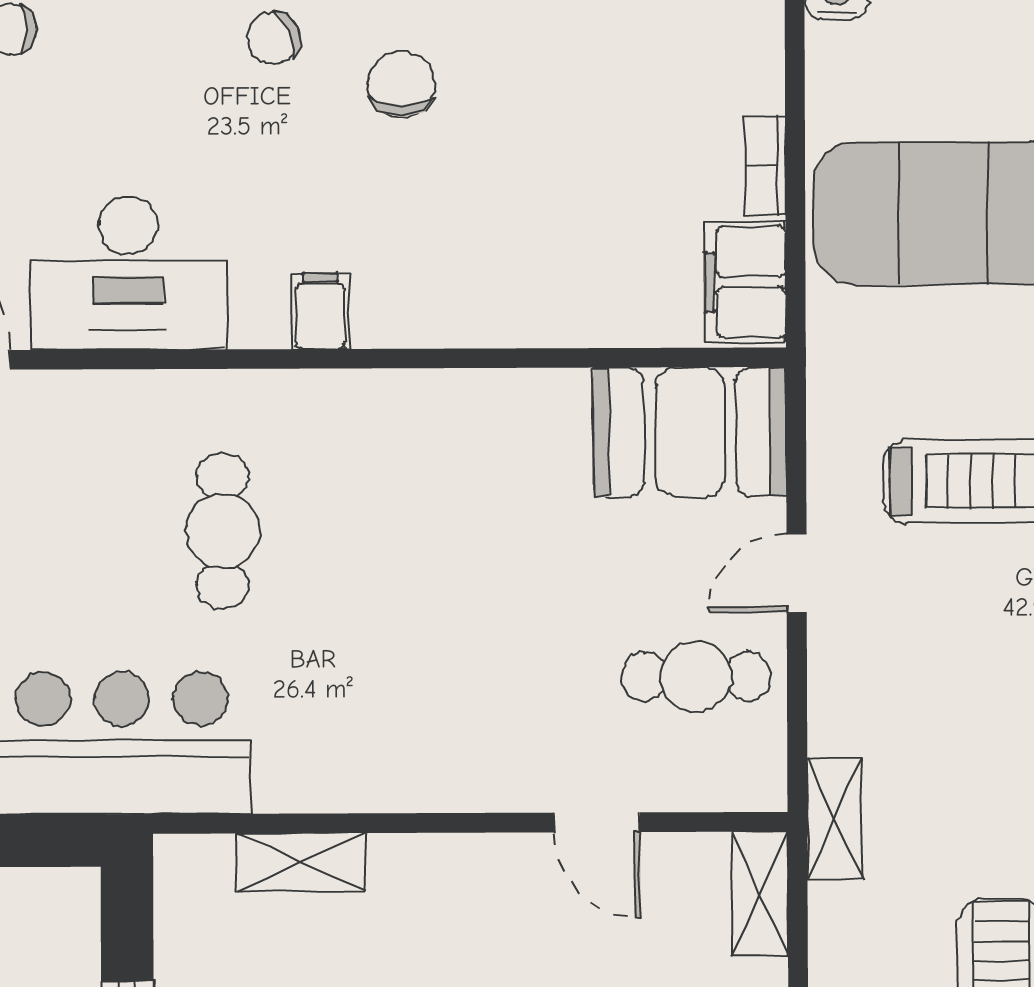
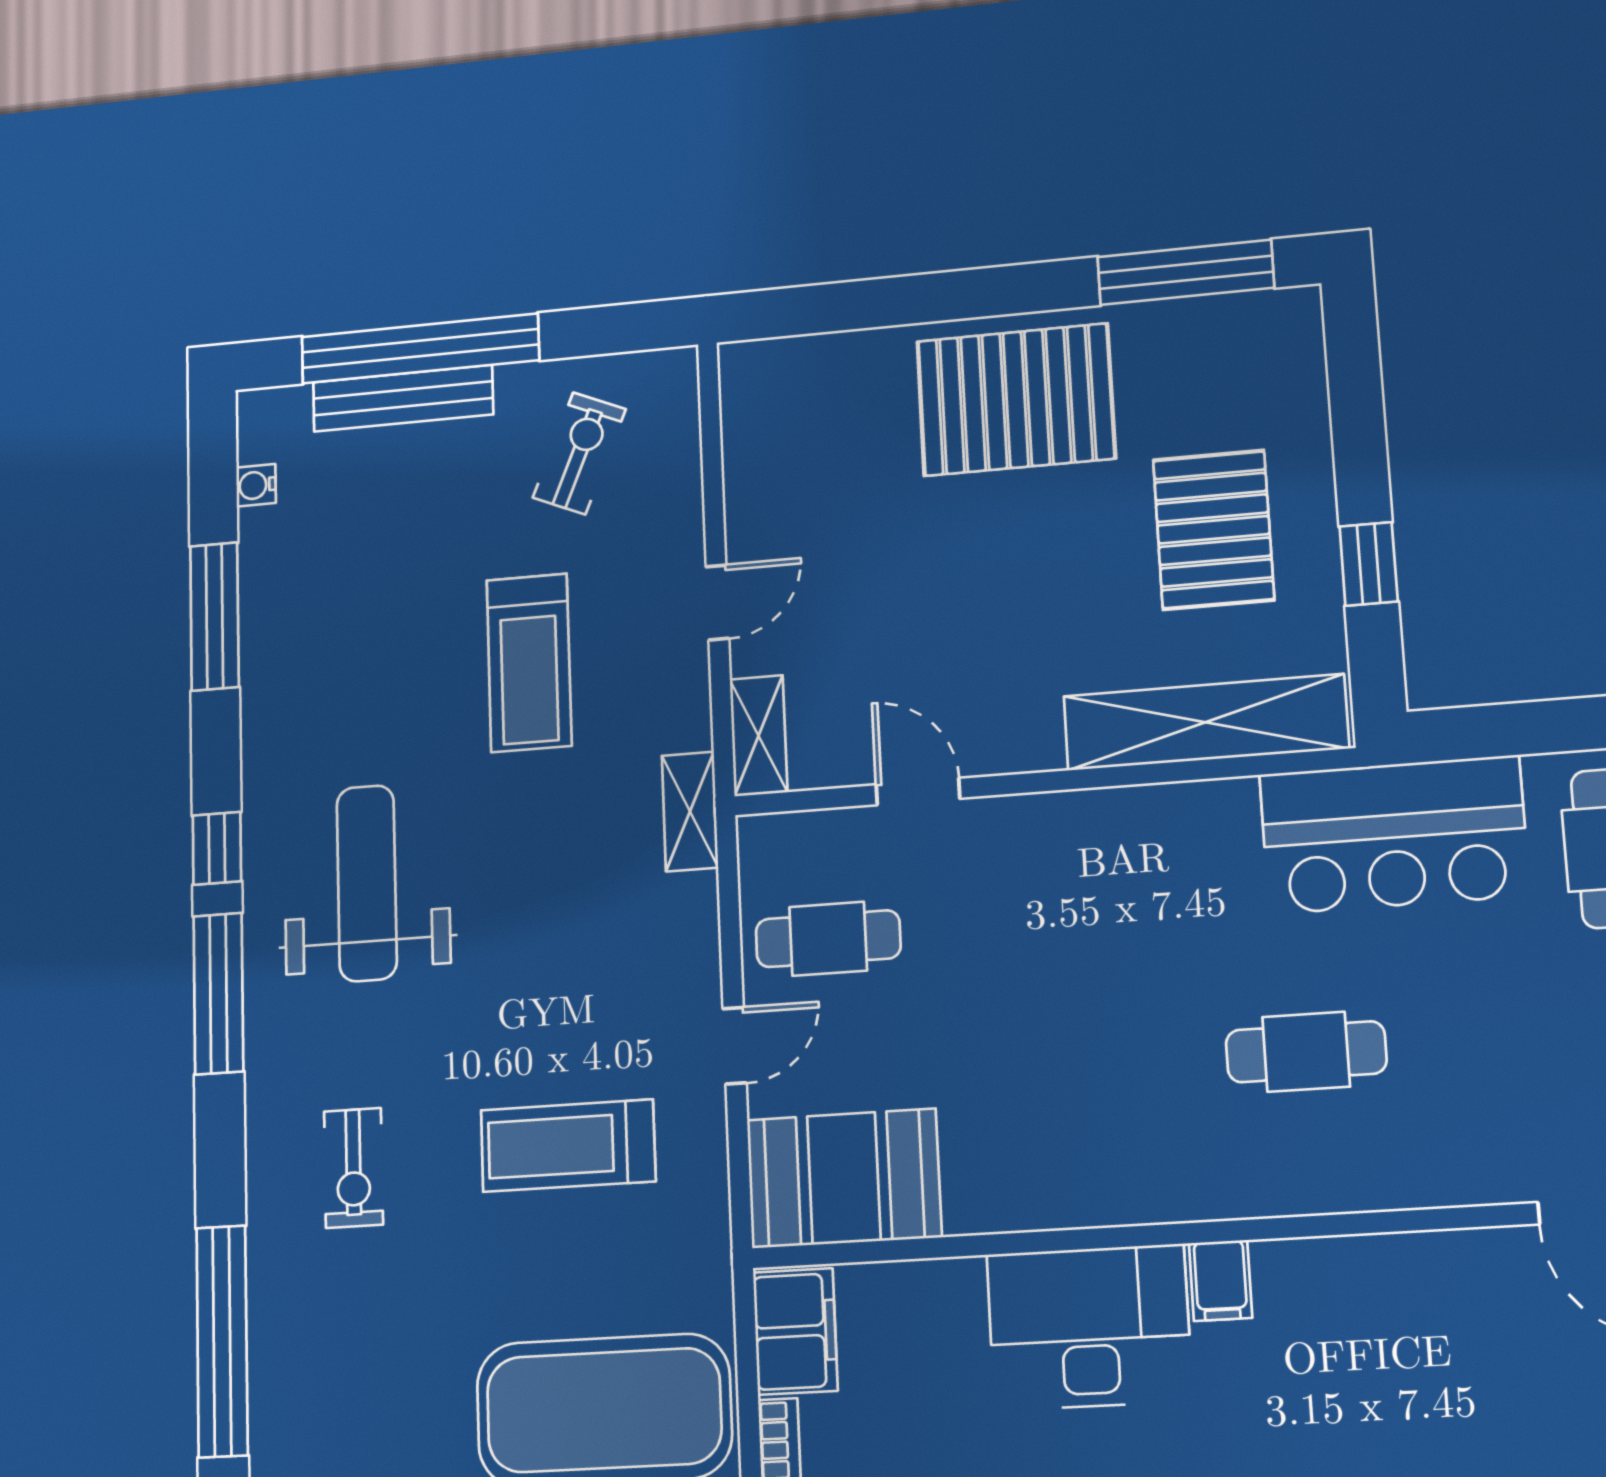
desk: (128, 273) -> (1089, 1327), moved
cafe table: (222, 531) -> (1306, 1052), turned 90
shelving: (301, 862) -> (1206, 722), width x2.20, depth x1.33

